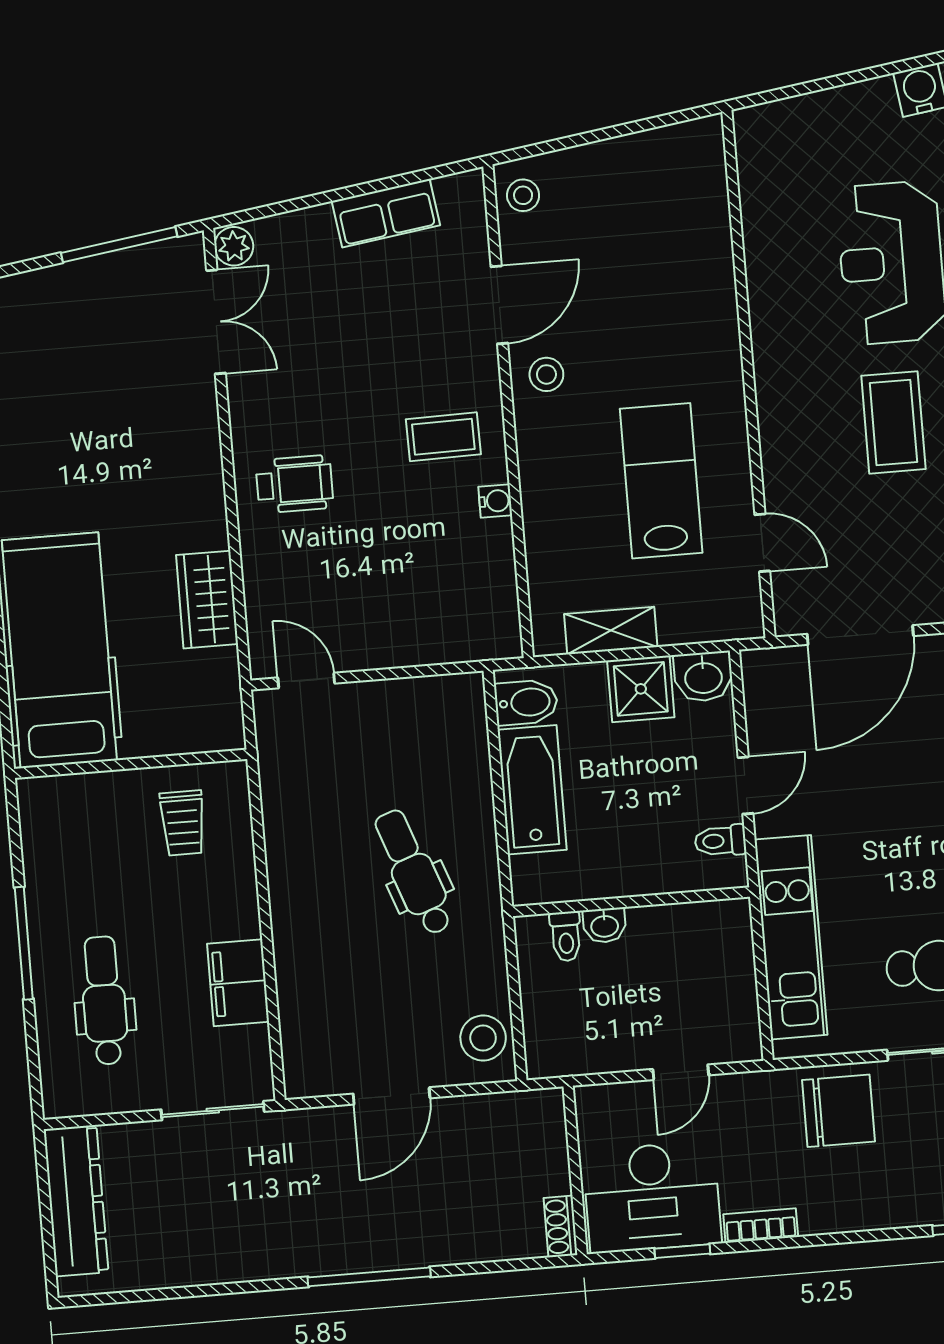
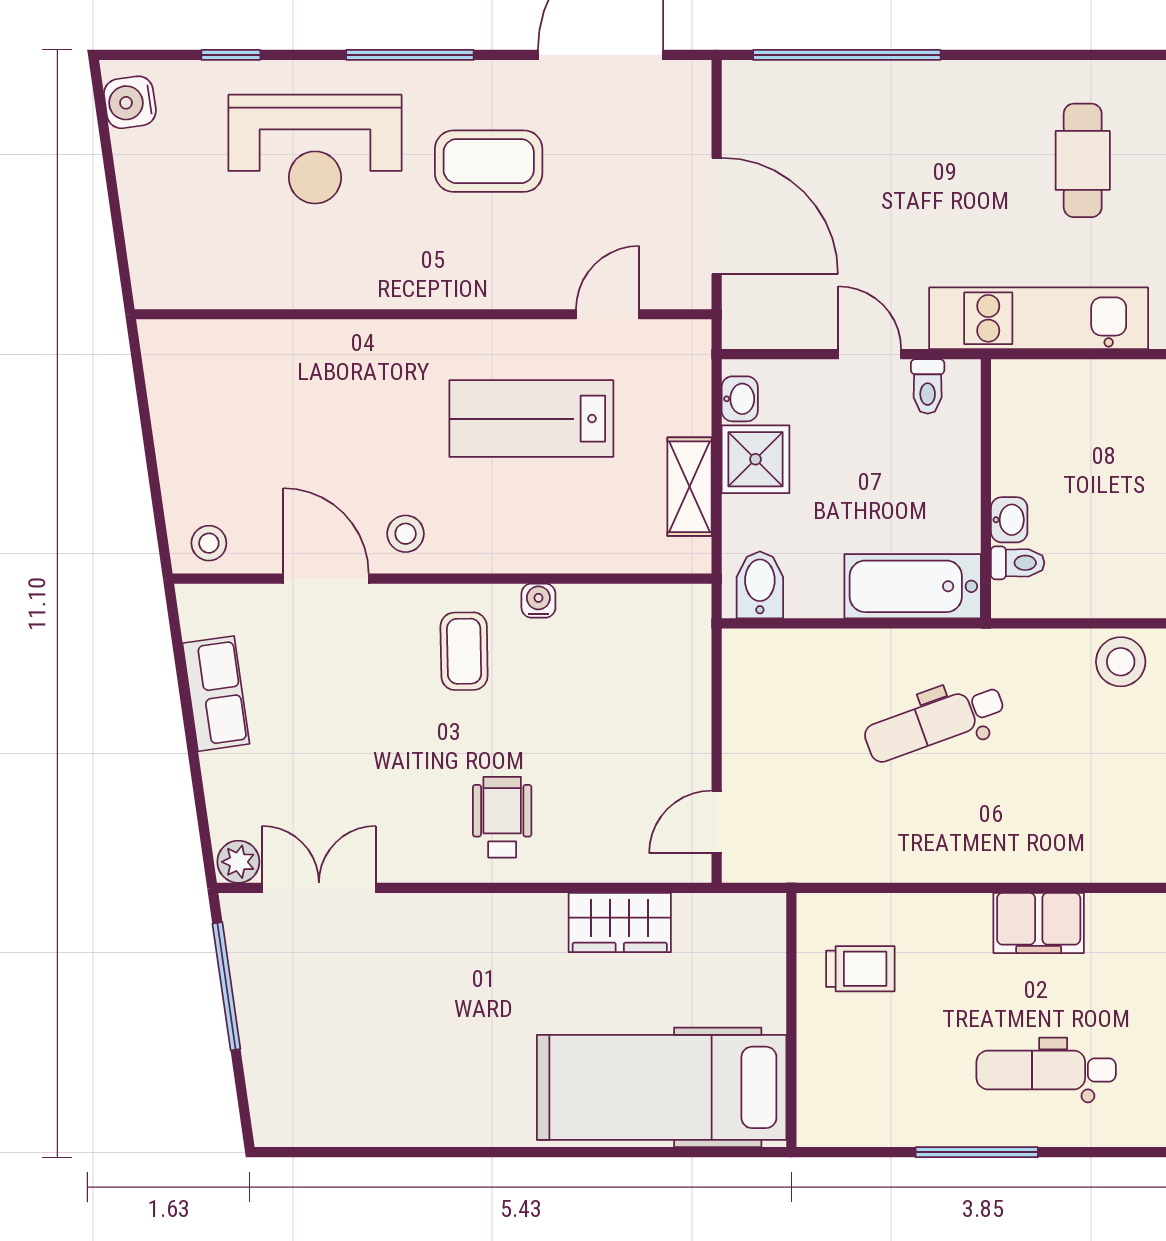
washbasin: (703, 677) -> (740, 399), width x0.72, depth x0.69
bathtub: (532, 790) -> (913, 586), moved

